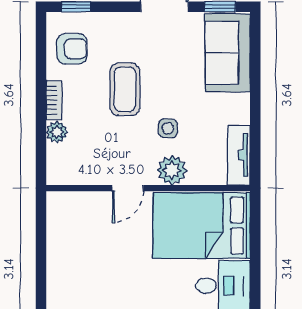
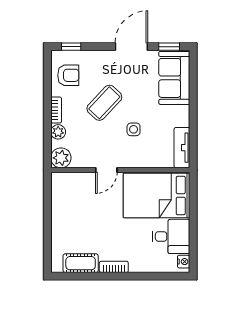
coffee table: (125, 89) -> (104, 103), turned 43
plant: (172, 170) -> (61, 158), moved

